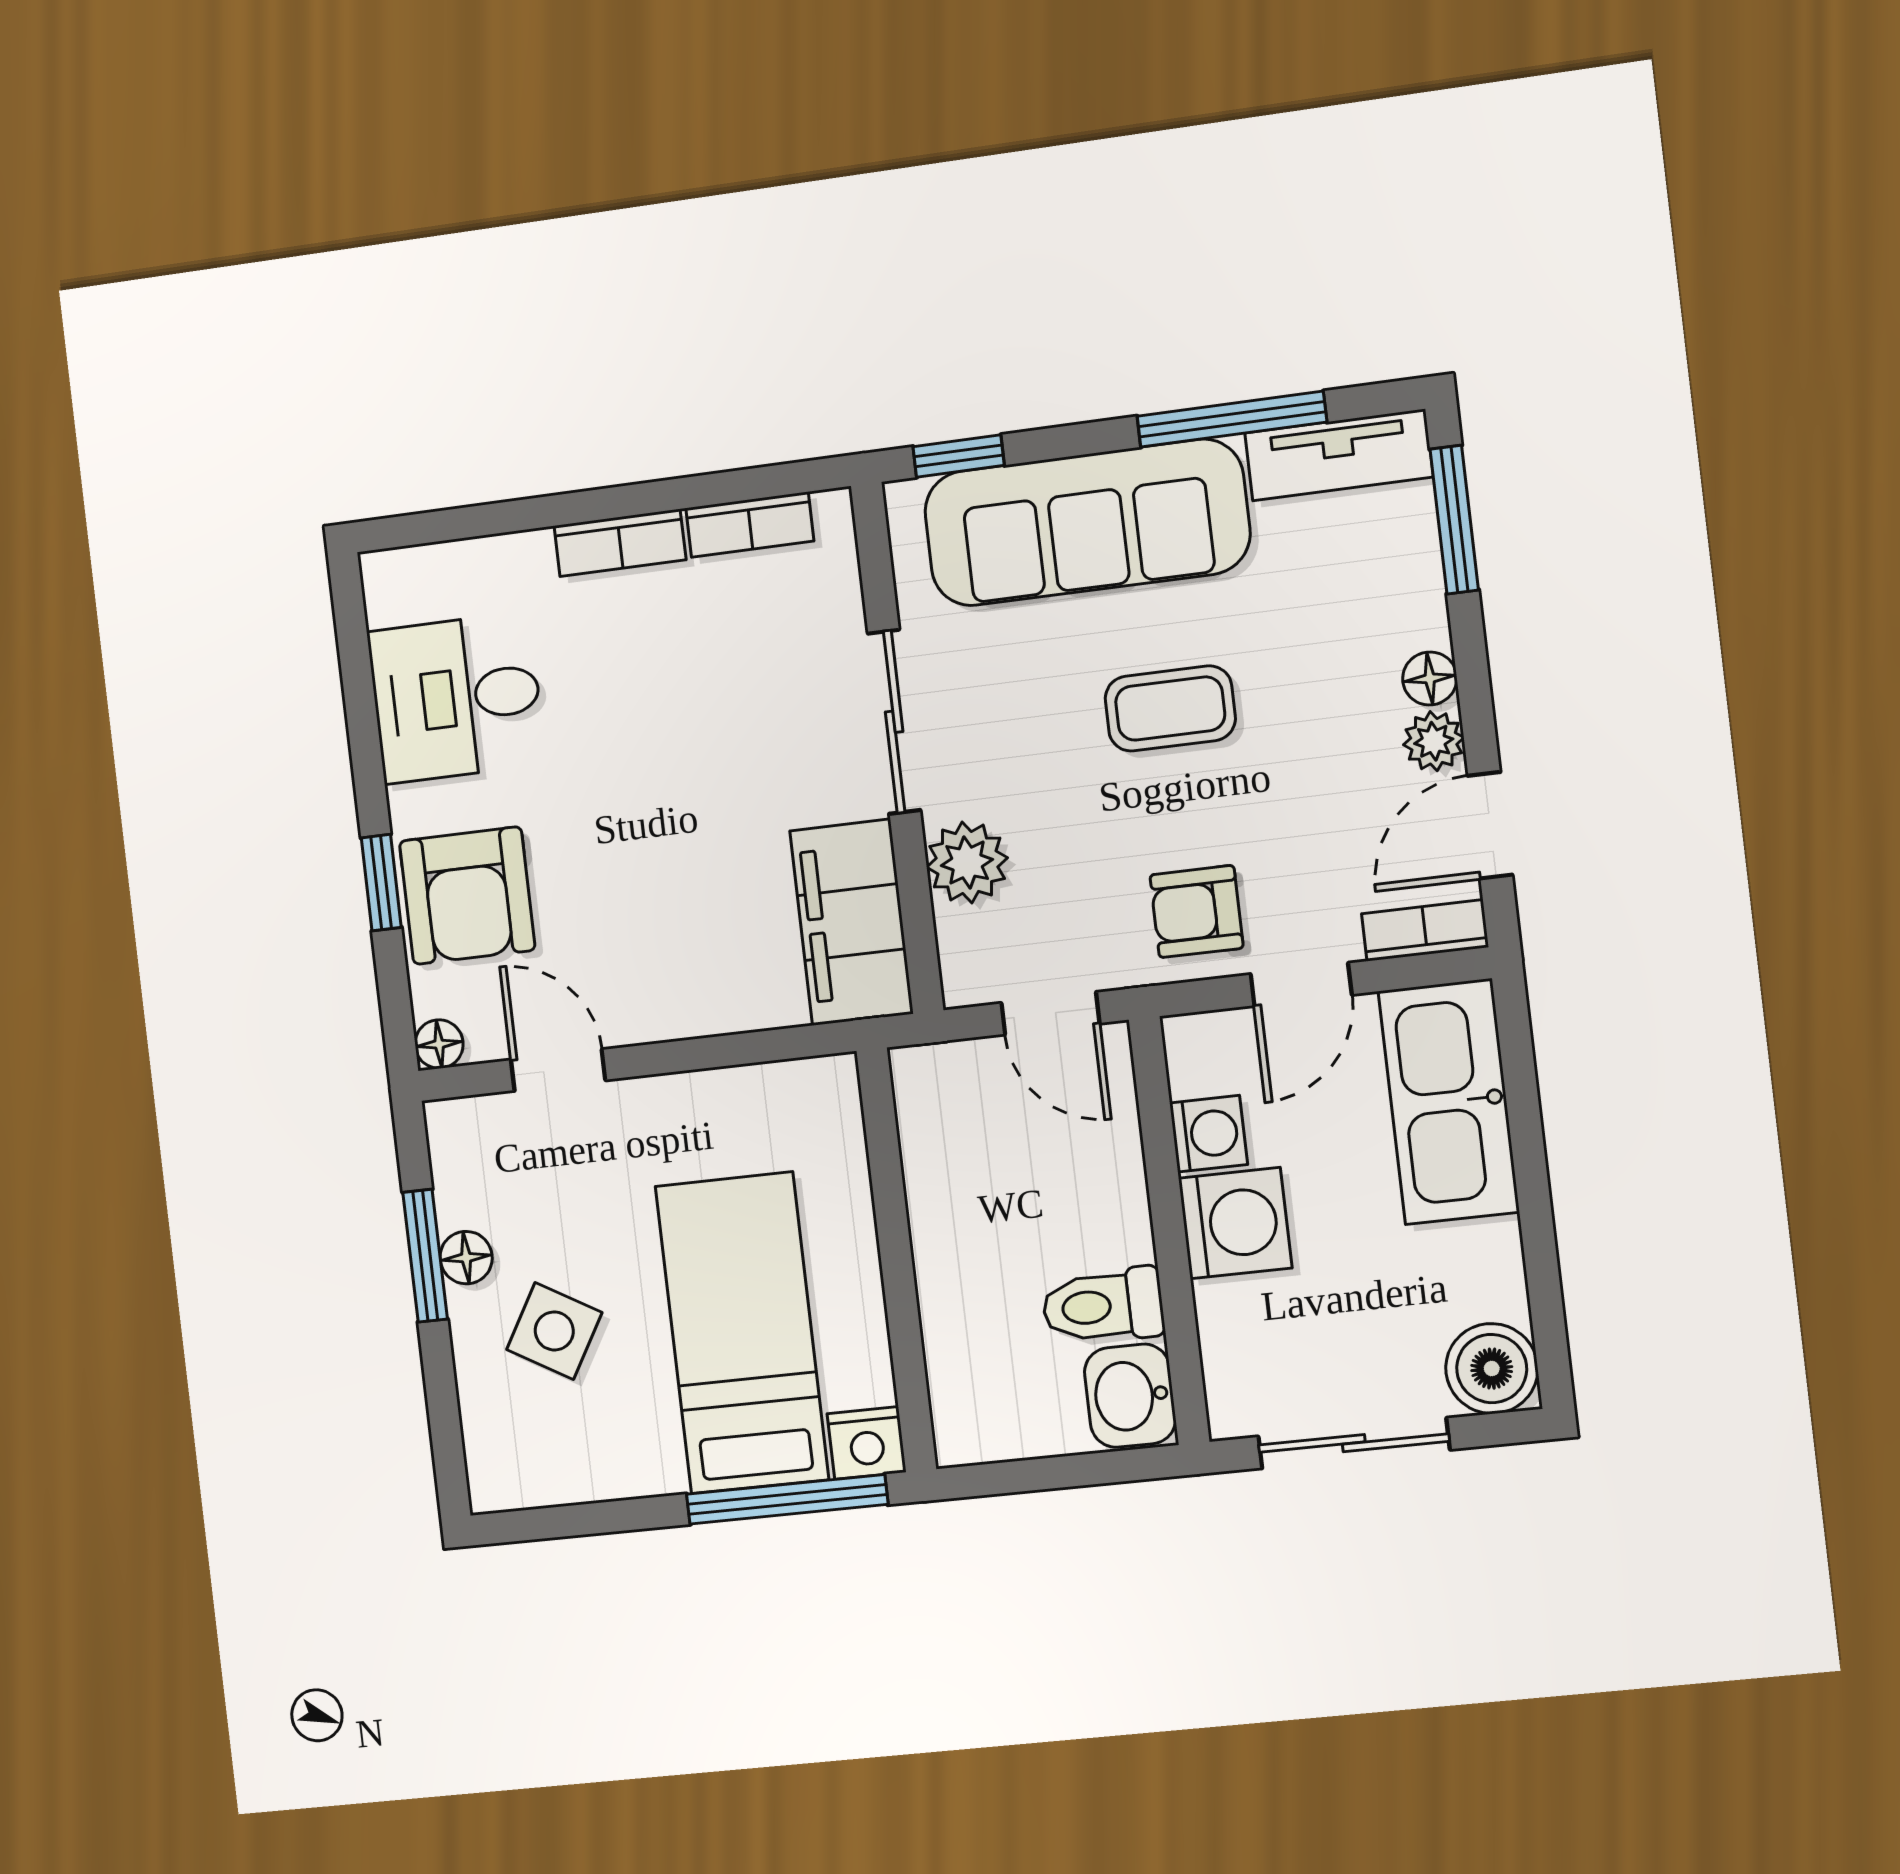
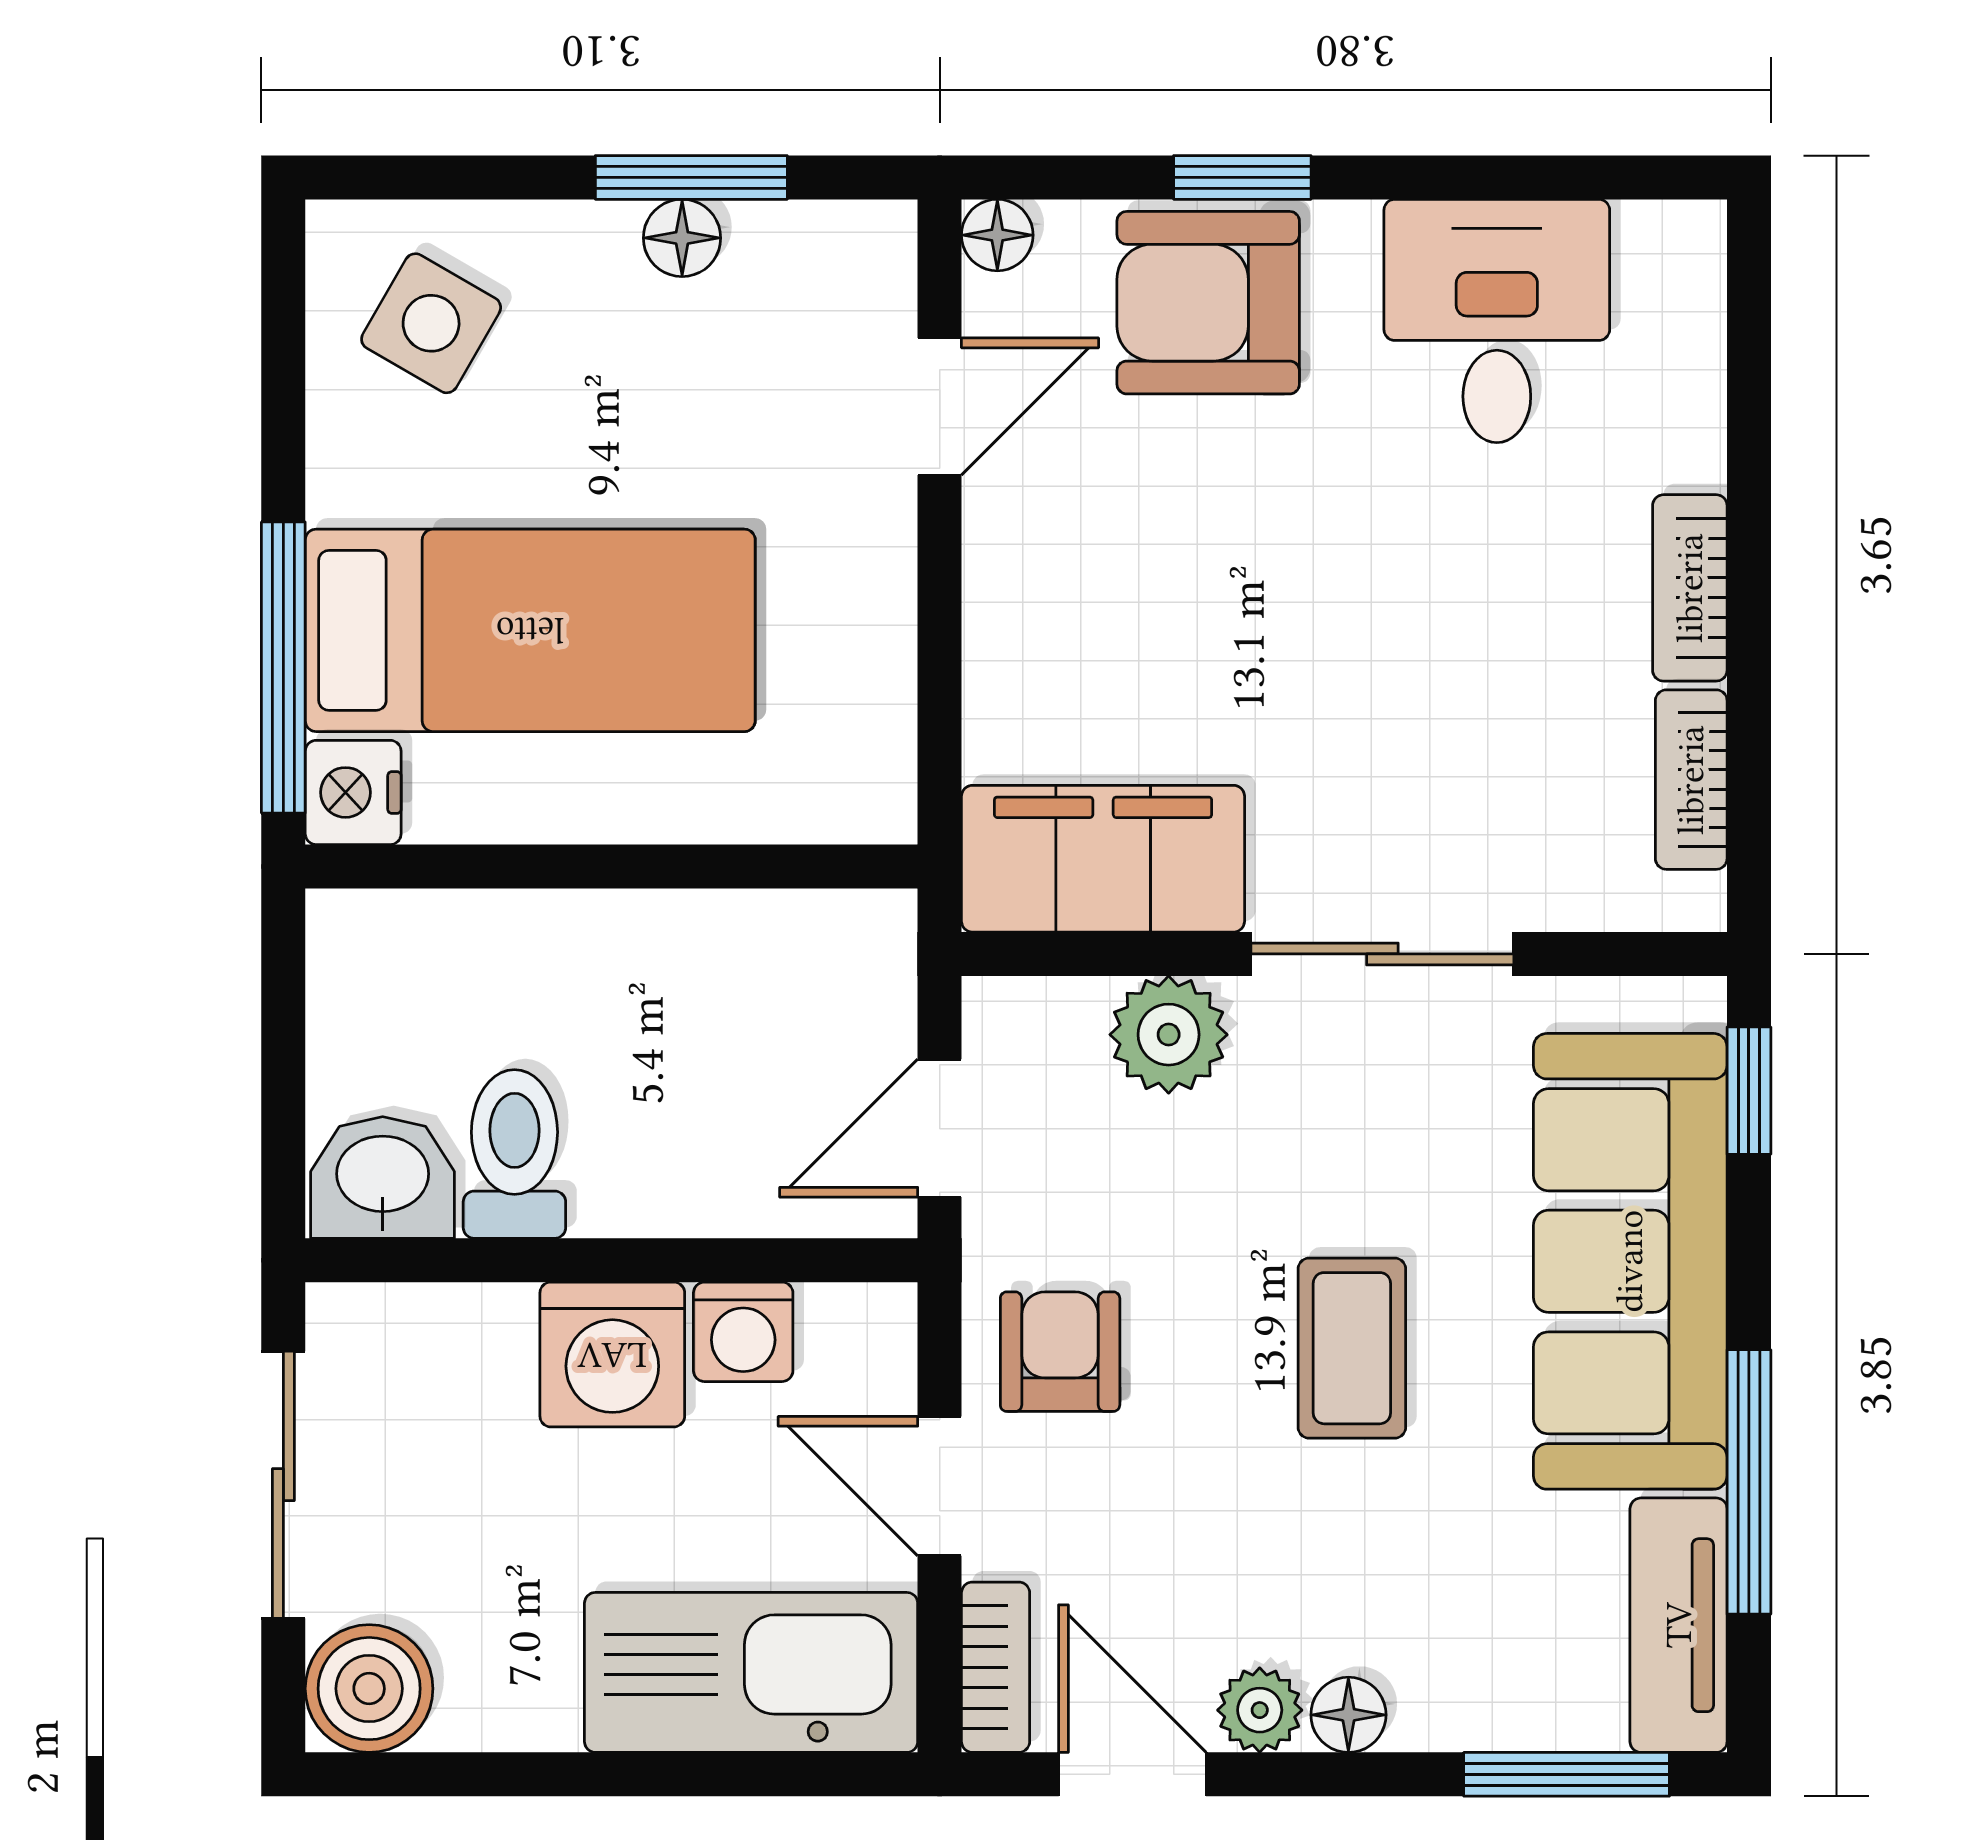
side table: (554, 1331) -> (431, 323), moved

